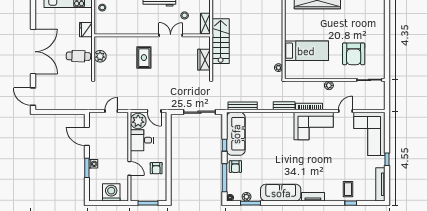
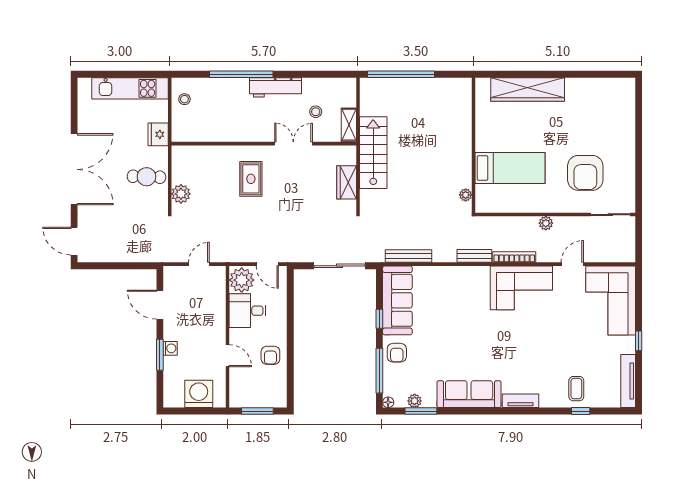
plant: (100, 56) -> (181, 194), moved

